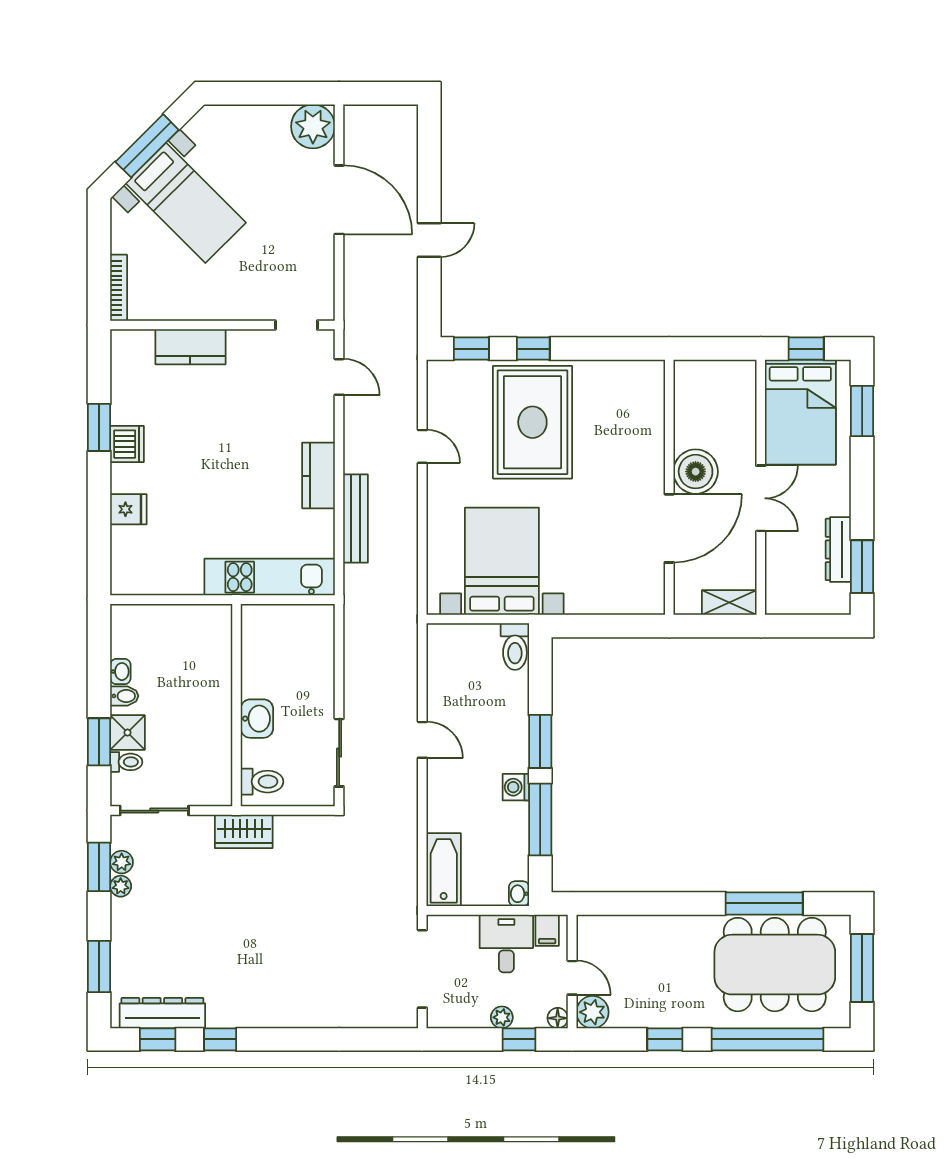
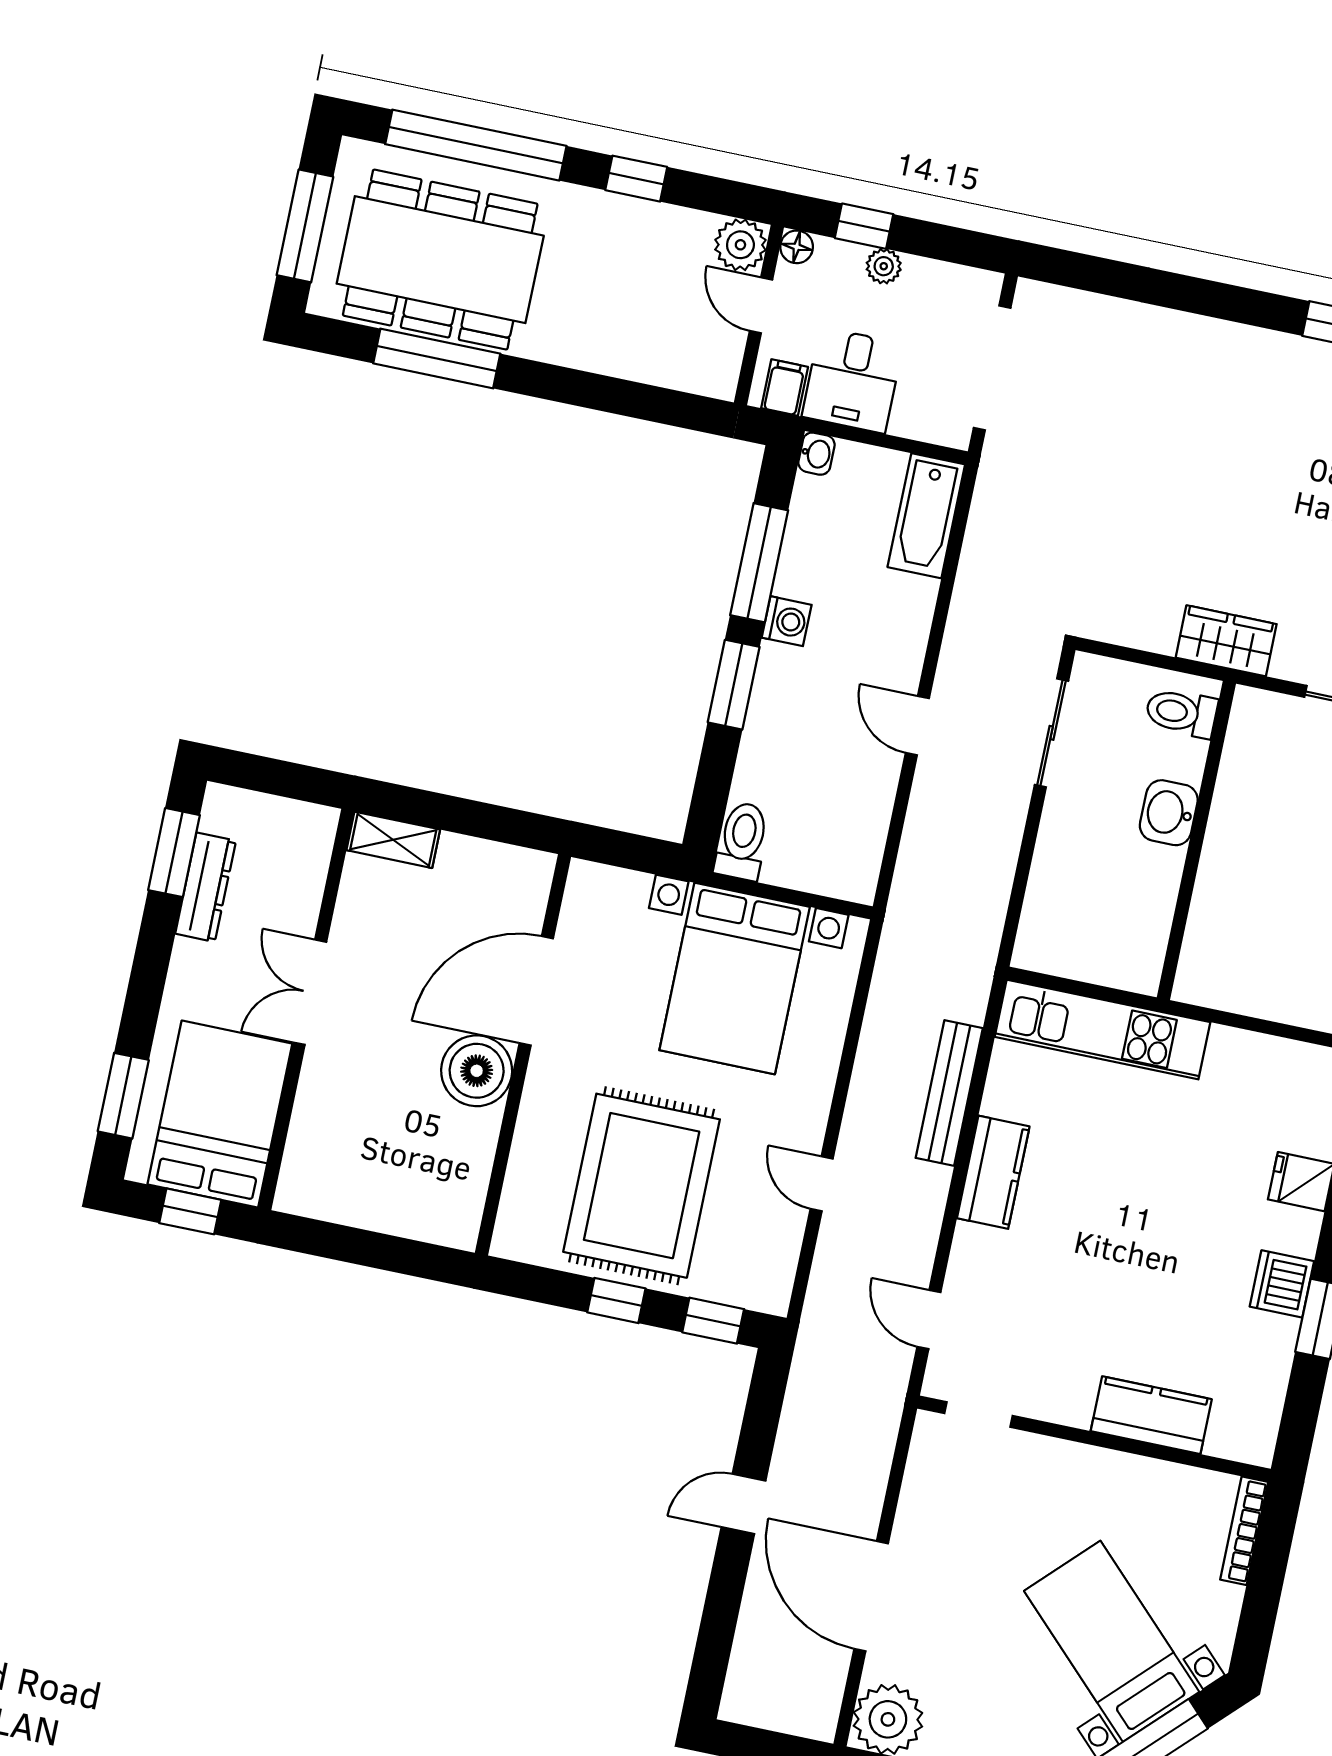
boiler: (696, 472) -> (477, 1071), moved
wall: (669, 487) -> (523, 1055), moved
door: (669, 528) -> (536, 991), moved

